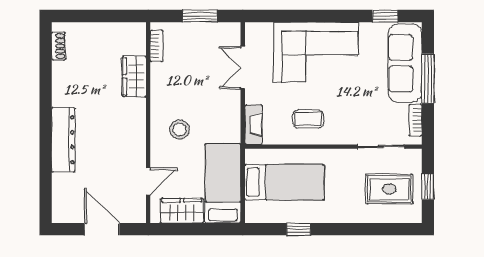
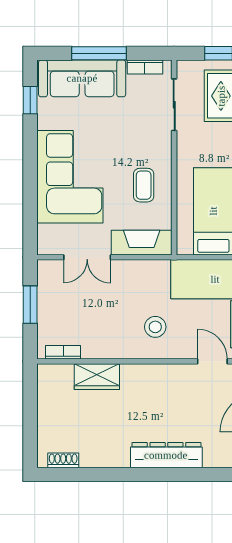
fireplace: (253, 125) -> (142, 243), width x1.37, depth x1.32

